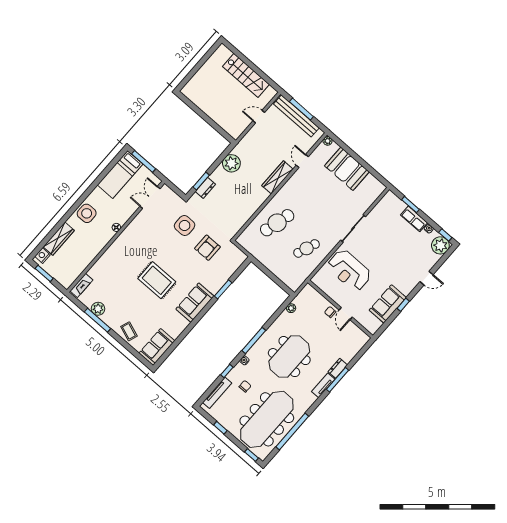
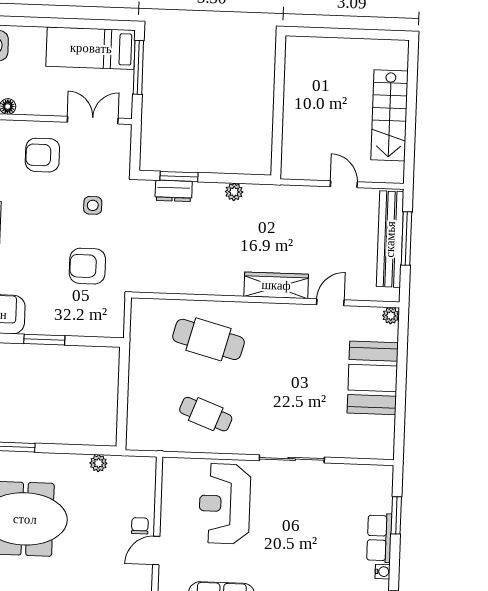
plant: (231, 163) -> (234, 192), width x0.53, depth x0.53
side table: (185, 226) -> (93, 205), width x0.54, depth x0.54
armchair: (148, 229) -> (42, 155), added

